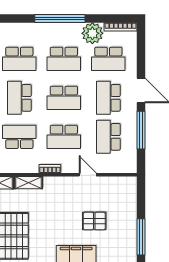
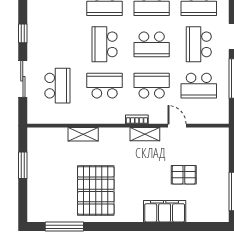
school desk: (64, 137) -> (152, 86), turned 180
school desk: (108, 137) -> (199, 86), turned -90
shelving: (28, 183) -> (145, 134), moved

